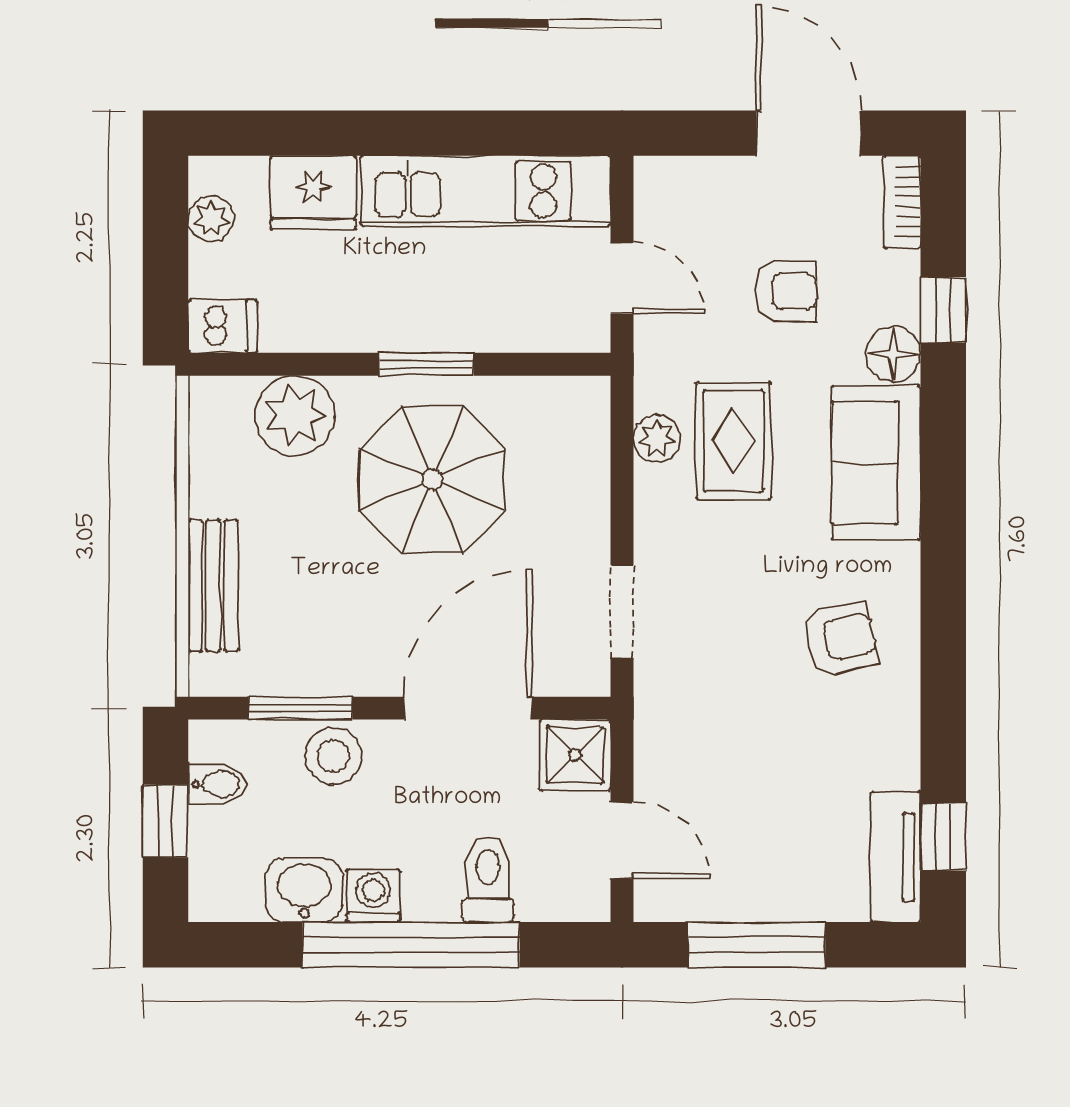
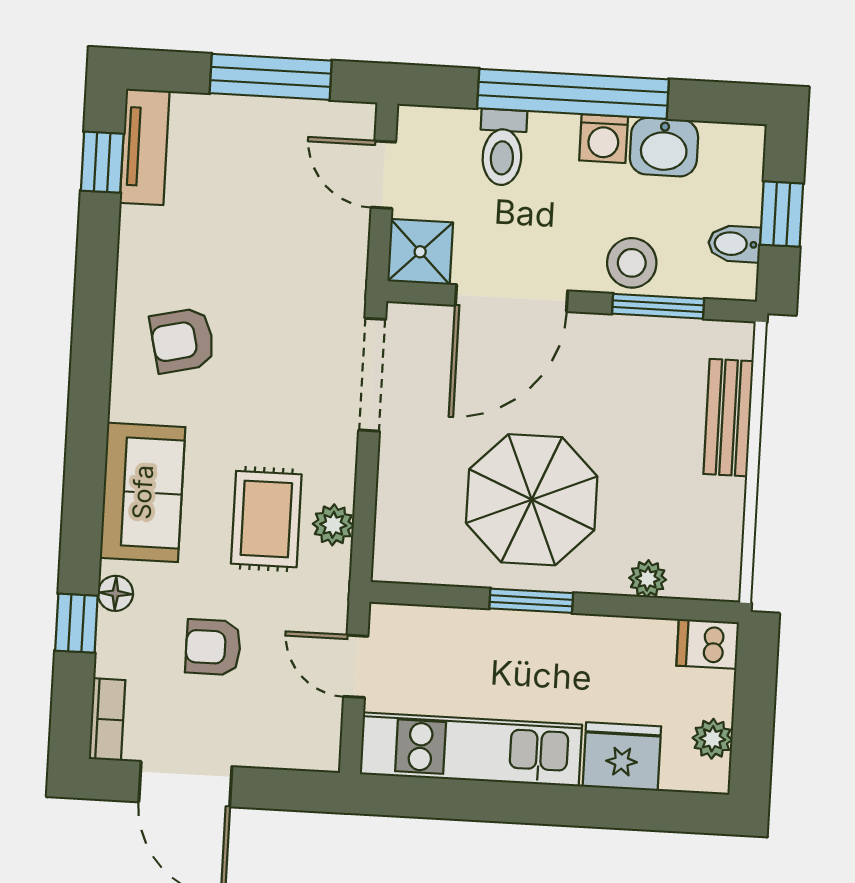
floor lamp: (893, 354) -> (115, 593), width x0.73, depth x0.73
plant: (295, 415) -> (648, 579), width x0.53, depth x0.53
doorway: (622, 612) -> (372, 375), width x1.38

